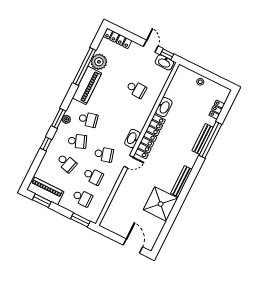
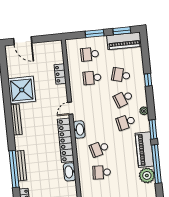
window: (59, 118) -> (153, 129), moved
school desk: (104, 154) -> (99, 149), moved
locker: (119, 197) -> (60, 74), added
window: (80, 220) -> (95, 33), moved

